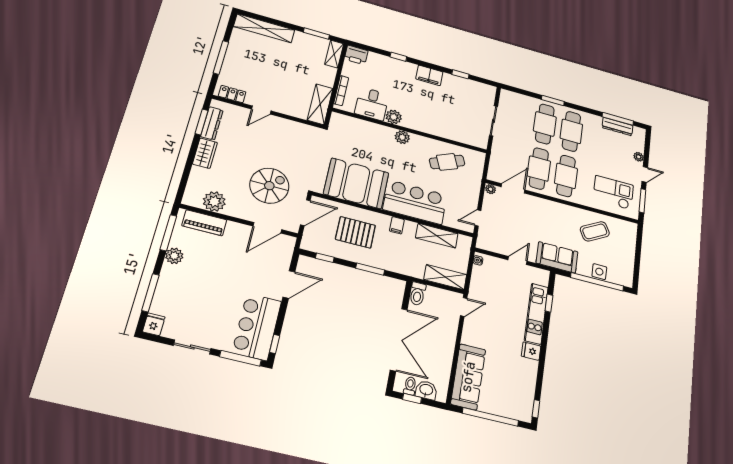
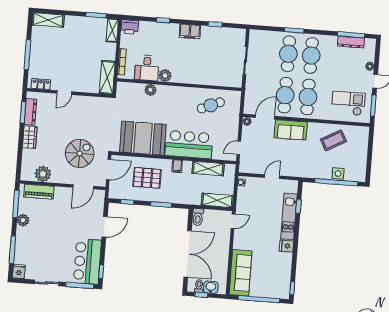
shelving: (264, 28) -> (48, 20), width x0.68
plant: (402, 137) -> (150, 90), moved
sofa: (557, 257) -> (291, 130), moved, turned 180

